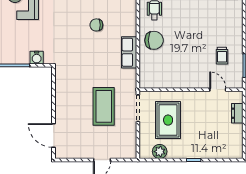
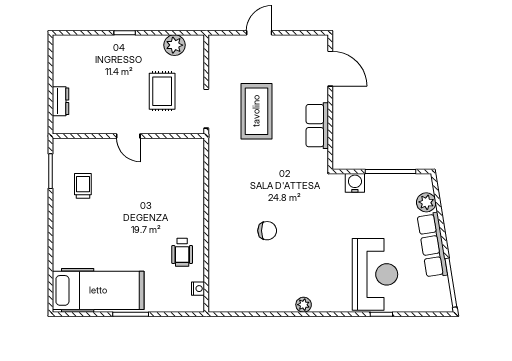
chair: (154, 40) -> (183, 208), removed
row of seats: (129, 52) -> (317, 126), moved, turned 180
door: (218, 90) -> (128, 136), moved
rug: (168, 120) -> (162, 91), width x0.73, depth x0.70

